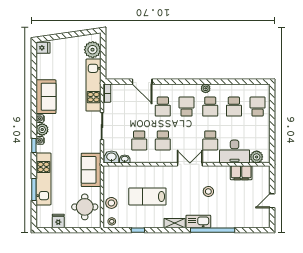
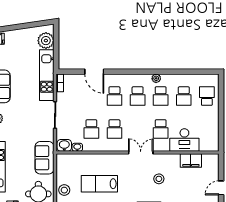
school desk: (187, 107) -> (138, 96), turned 180
plant: (257, 157) -> (206, 145), removed

